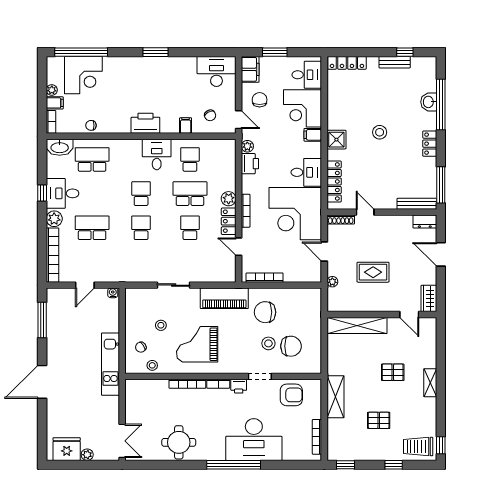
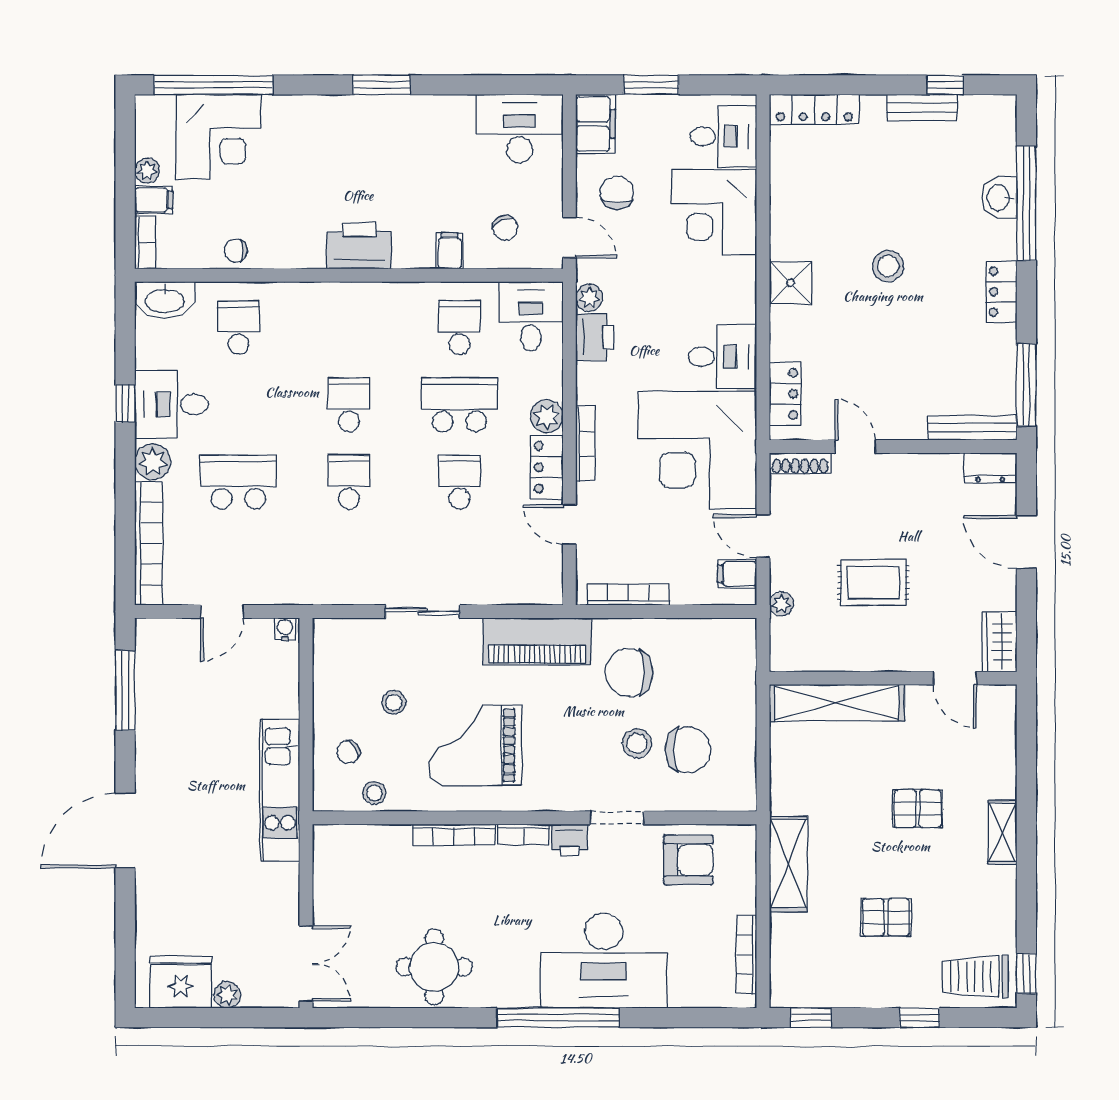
filing cabinet: (313, 135) -> (737, 574), moved
desk: (157, 154) -> (531, 316), moved
school desk: (92, 159) -> (238, 328), width x0.54
locker: (334, 181) -> (785, 394), width x0.66

